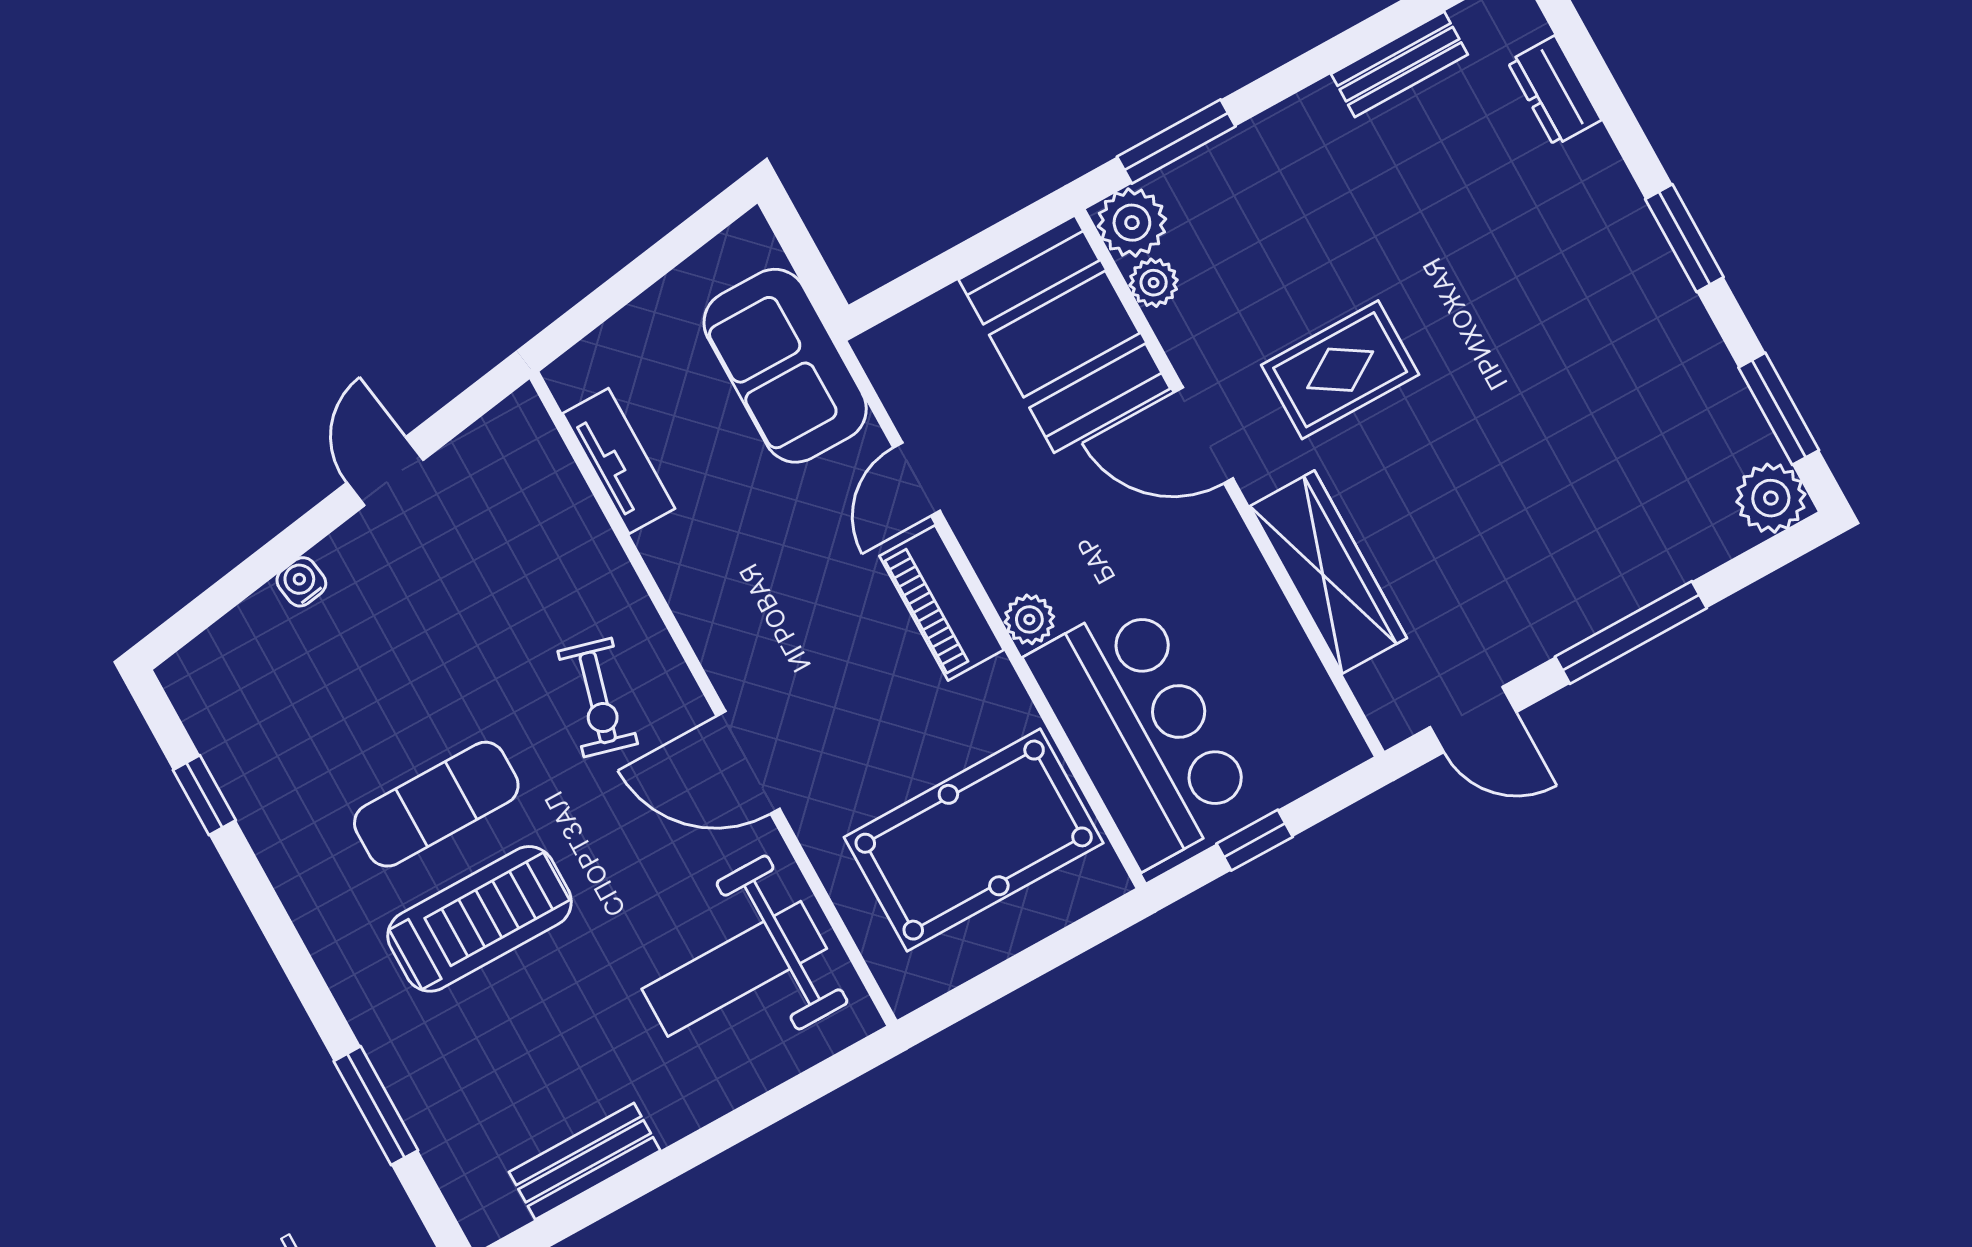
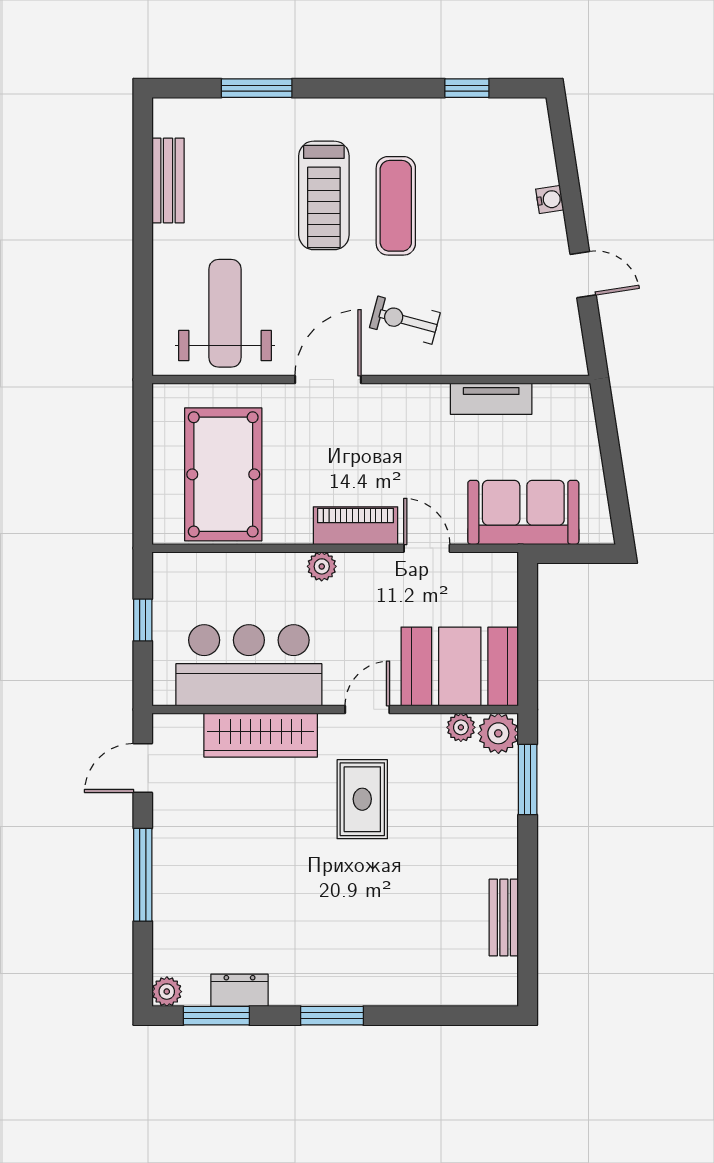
dresser: (1554, 91) -> (240, 990), moved
door: (1203, 435) -> (367, 709), width x0.73
tv unit: (619, 461) -> (491, 399), moved
plant: (1771, 498) -> (167, 992), width x0.73, depth x0.73
bar counter: (1141, 732) -> (249, 665), moved, turned 180

